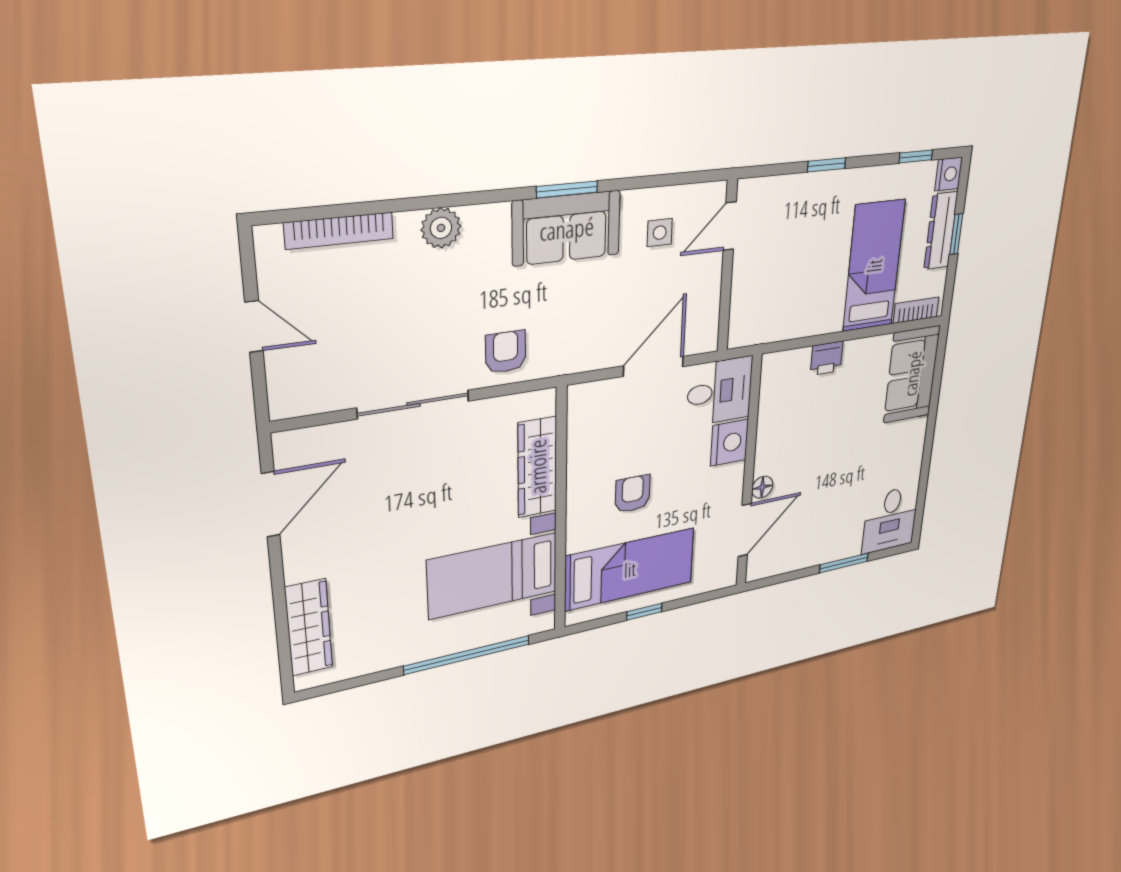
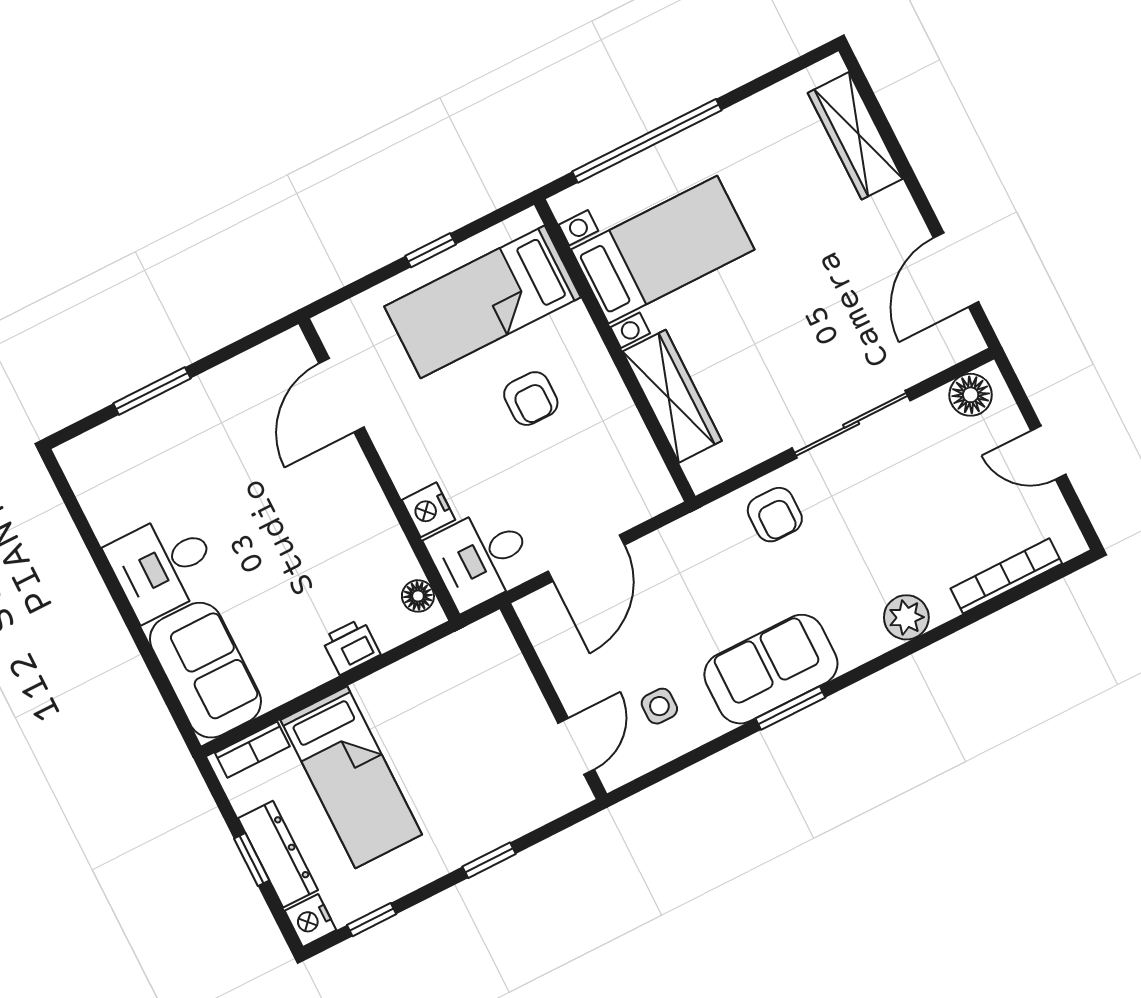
floor lamp: (303, 398) -> (971, 395), added
nightstand: (729, 443) -> (428, 510), width x0.74, depth x0.75
floor lamp: (762, 487) -> (418, 596), moved
desk: (890, 520) -> (163, 566), moved, turned -90

